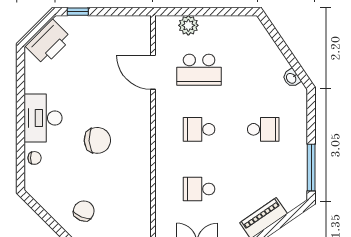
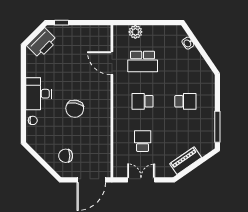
washbasin: (291, 78) -> (188, 43), moved
chair: (97, 140) -> (75, 109), turned 104
school desk: (199, 189) -> (143, 141), turned 90
chair: (84, 211) -> (66, 156), turned -112

